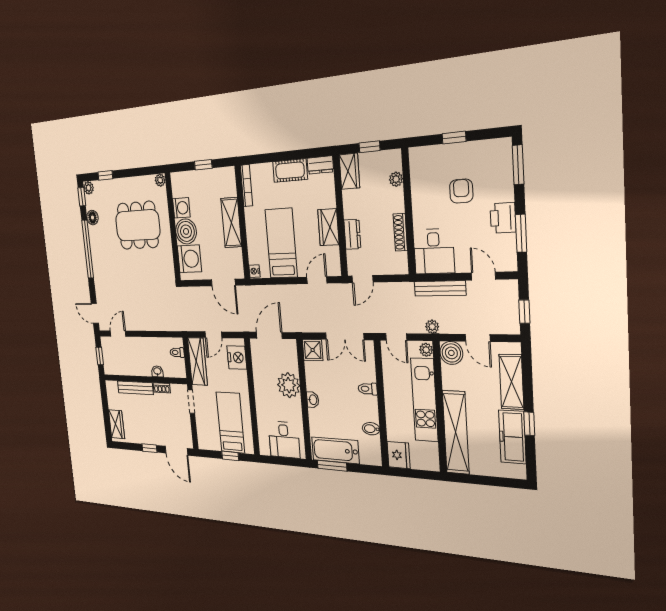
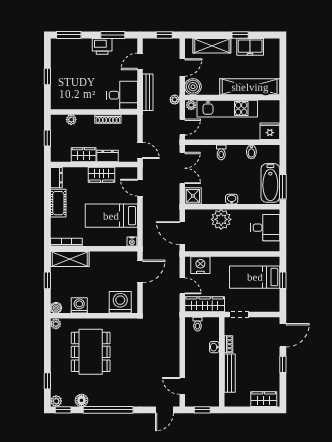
wardrobe: (349, 171) -> (84, 155), moved
armchair: (461, 191) -> (83, 74), removed
shelving: (231, 223) -> (70, 259), moved
boiler: (186, 231) -> (56, 308), moved, width x0.54, depth x0.54
freezer: (512, 437) -> (250, 47), width x0.71

